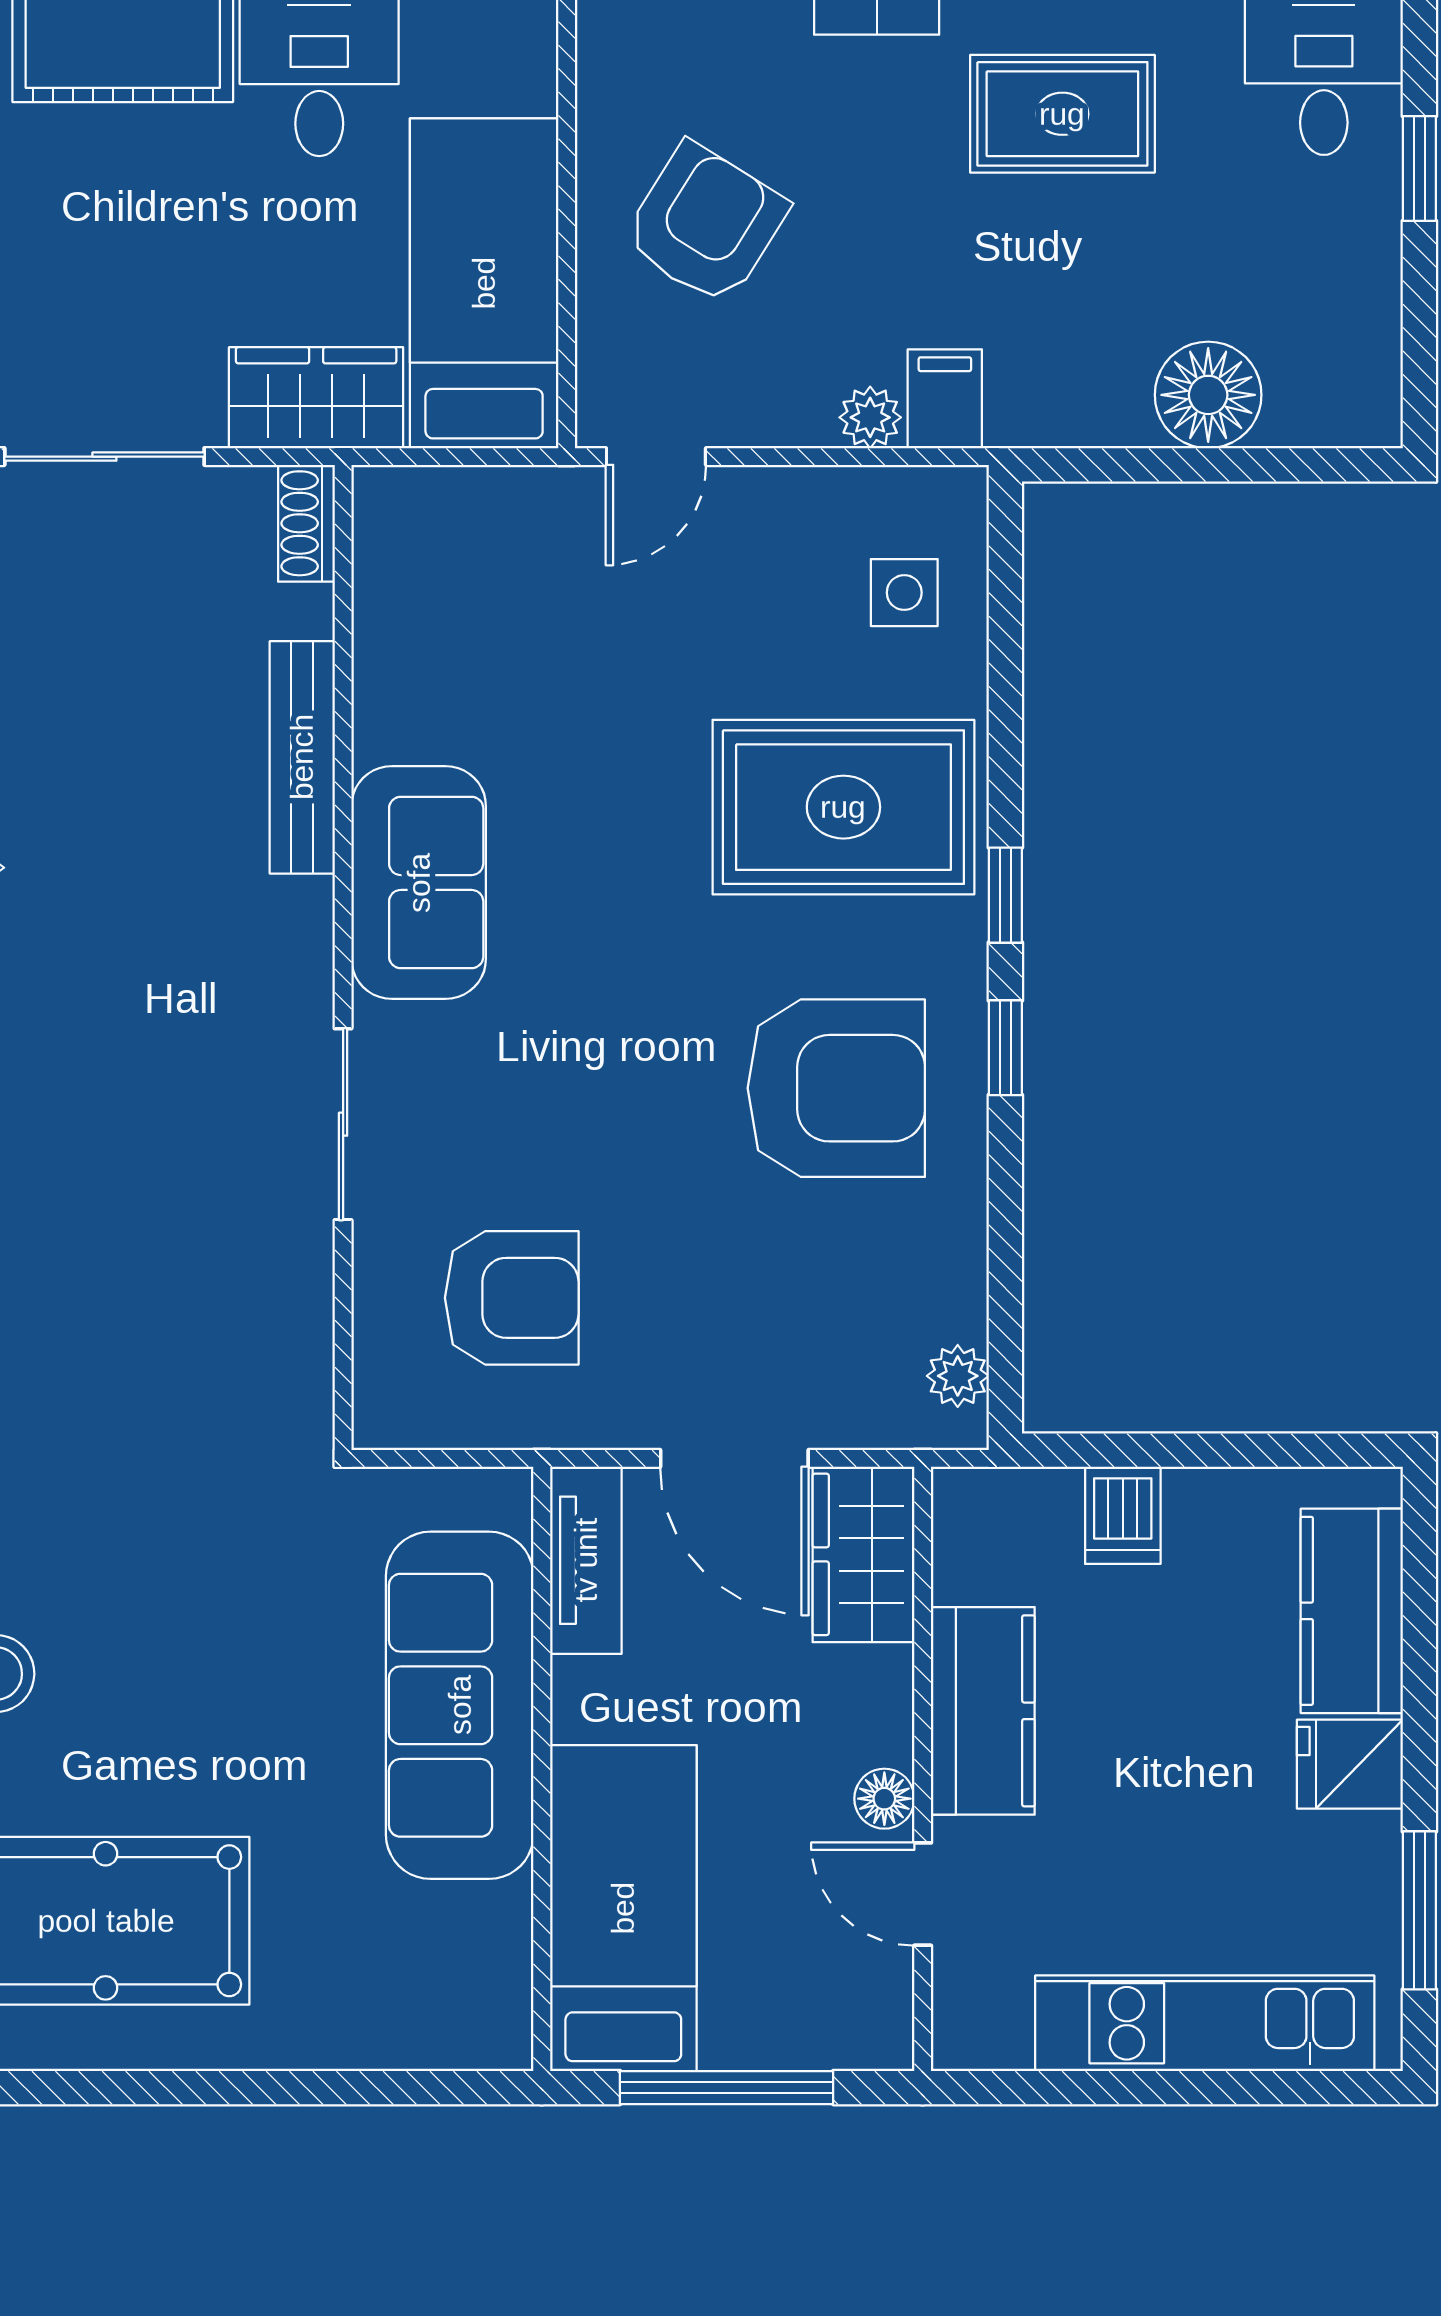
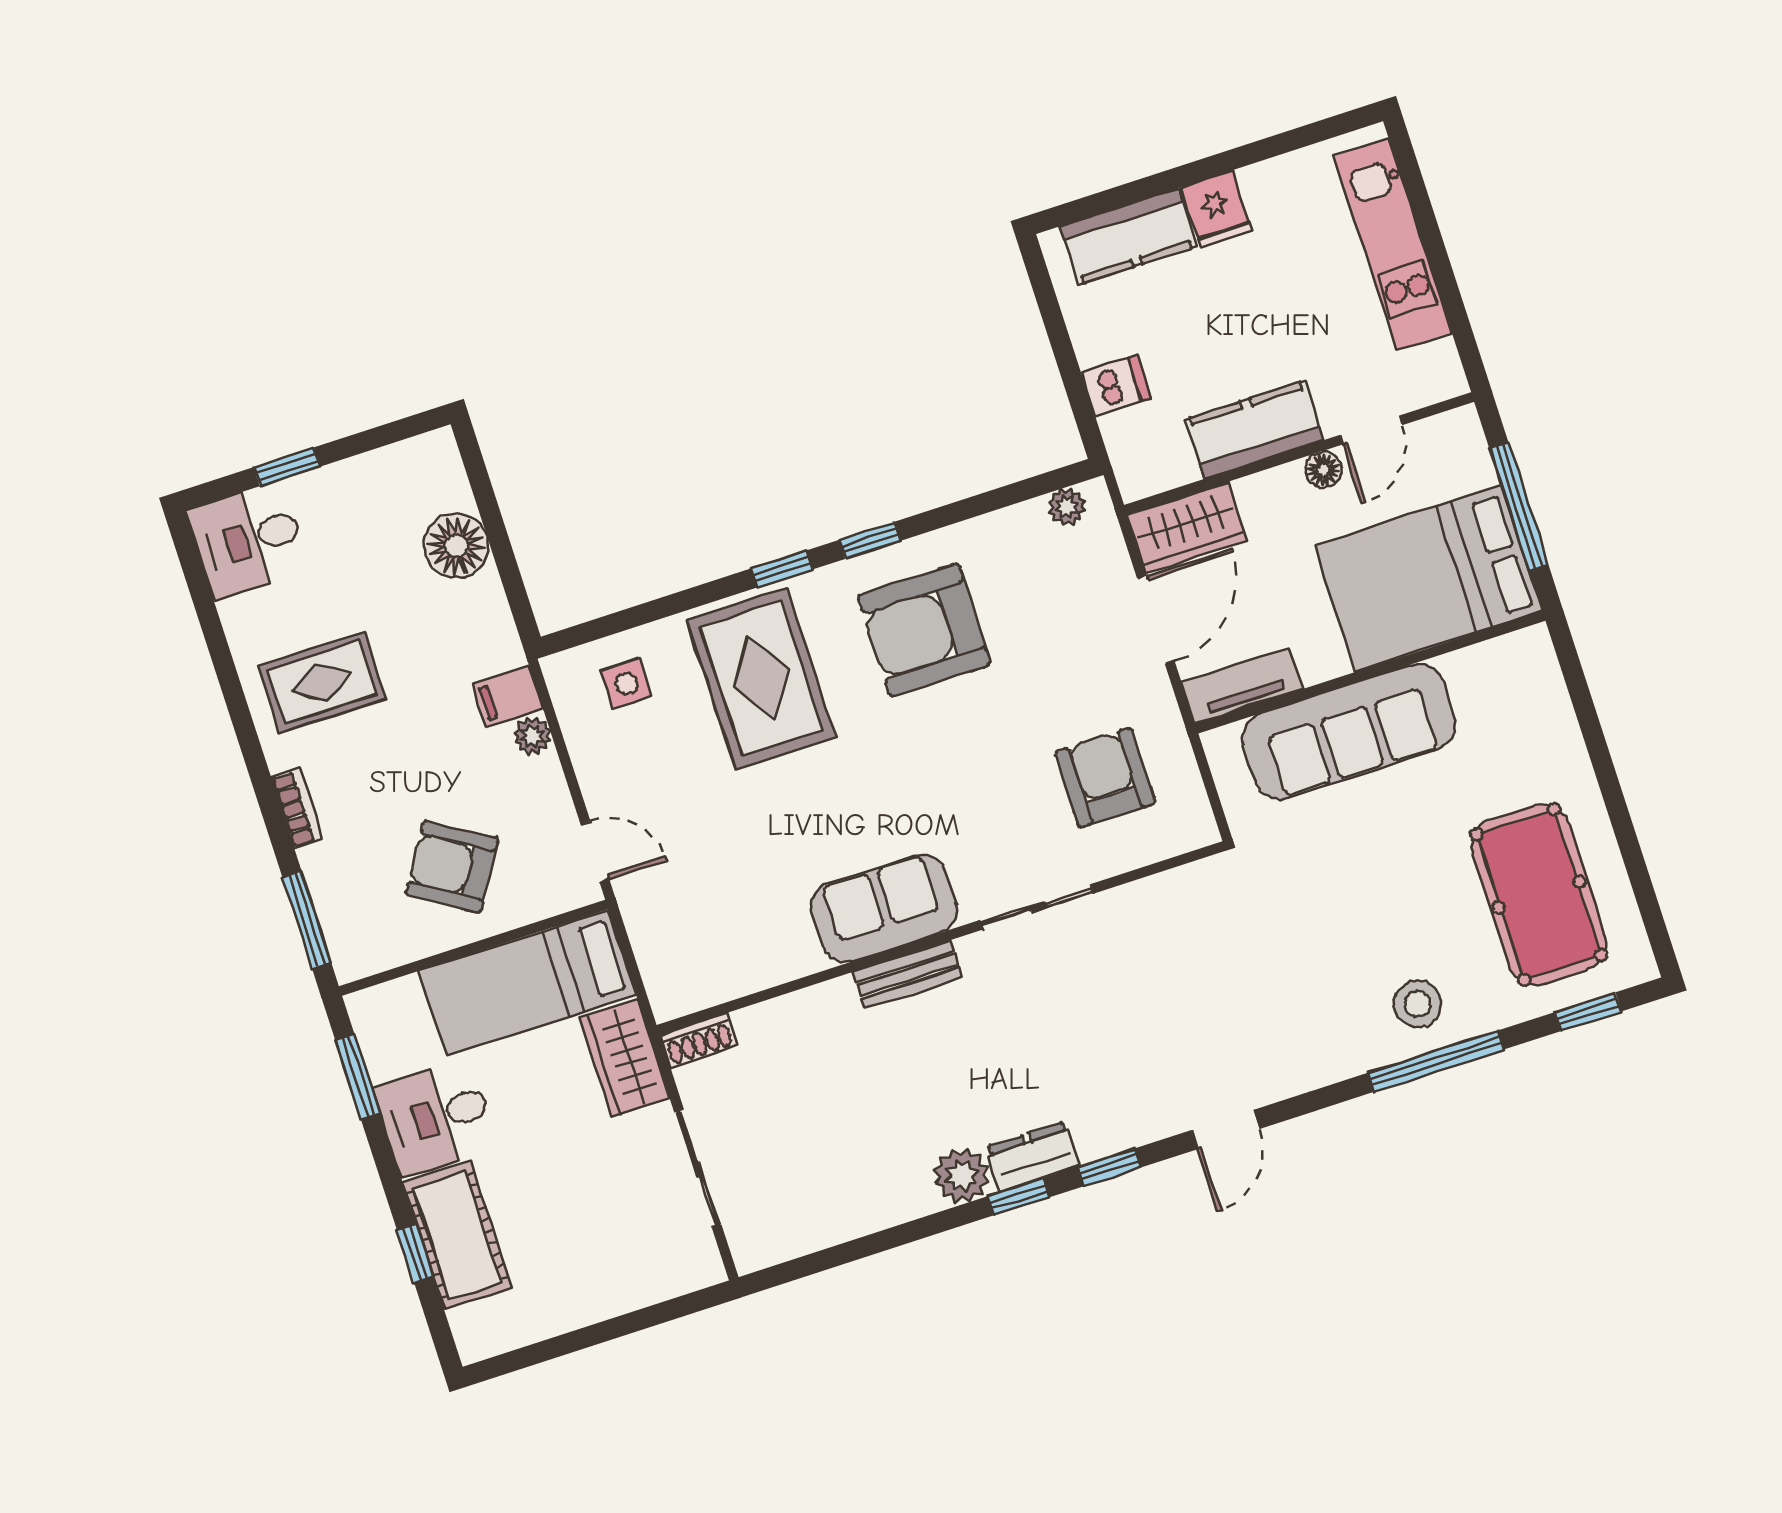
rug: (1062, 114) -> (322, 682), turned 90
bench: (302, 757) -> (908, 975), moved, width x0.73
armchair: (836, 1088) -> (924, 630), turned -90
bed: (623, 1908) -> (1428, 578), width x1.50
window: (1419, 1910) -> (1288, 142), removed

